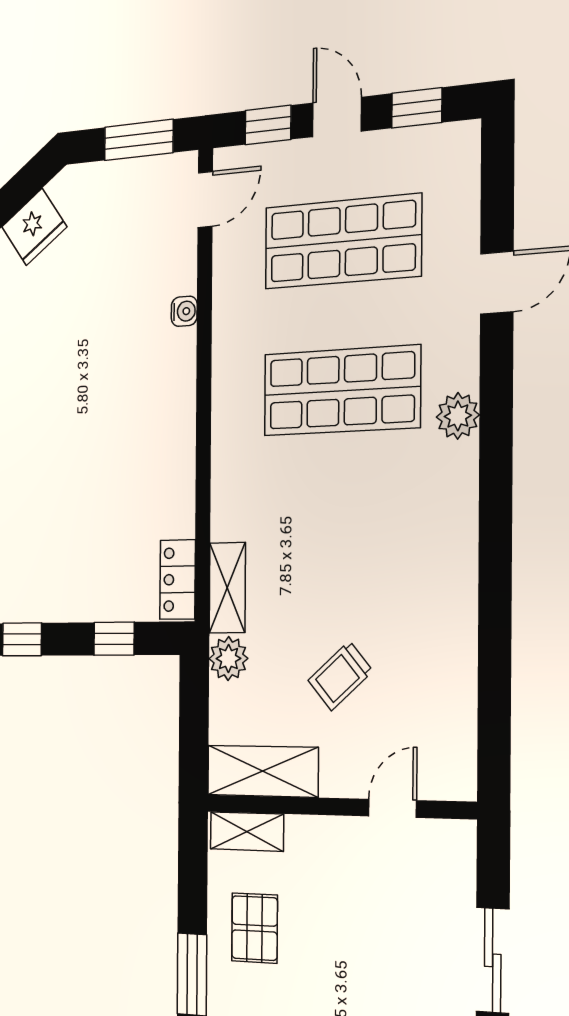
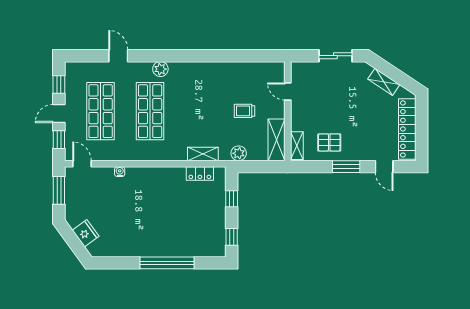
locker: (178, 580) -> (200, 173), moved
shelving: (227, 588) -> (203, 154), moved
trolley: (340, 676) -> (244, 111), turned 131

